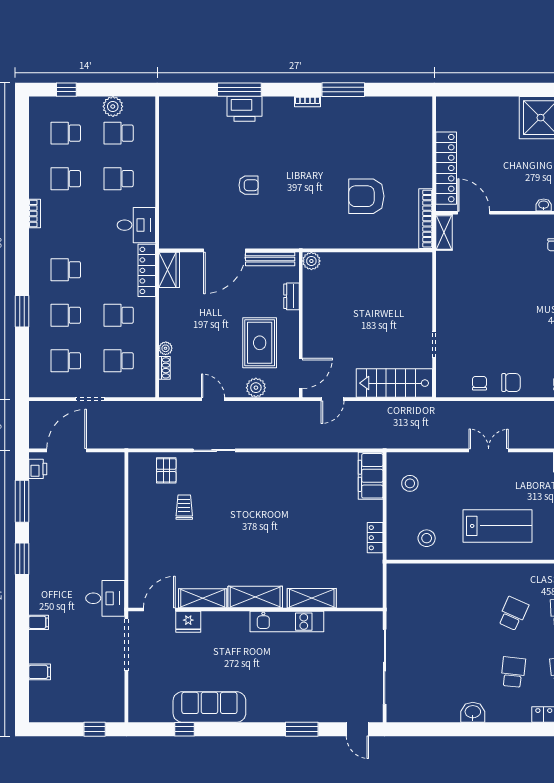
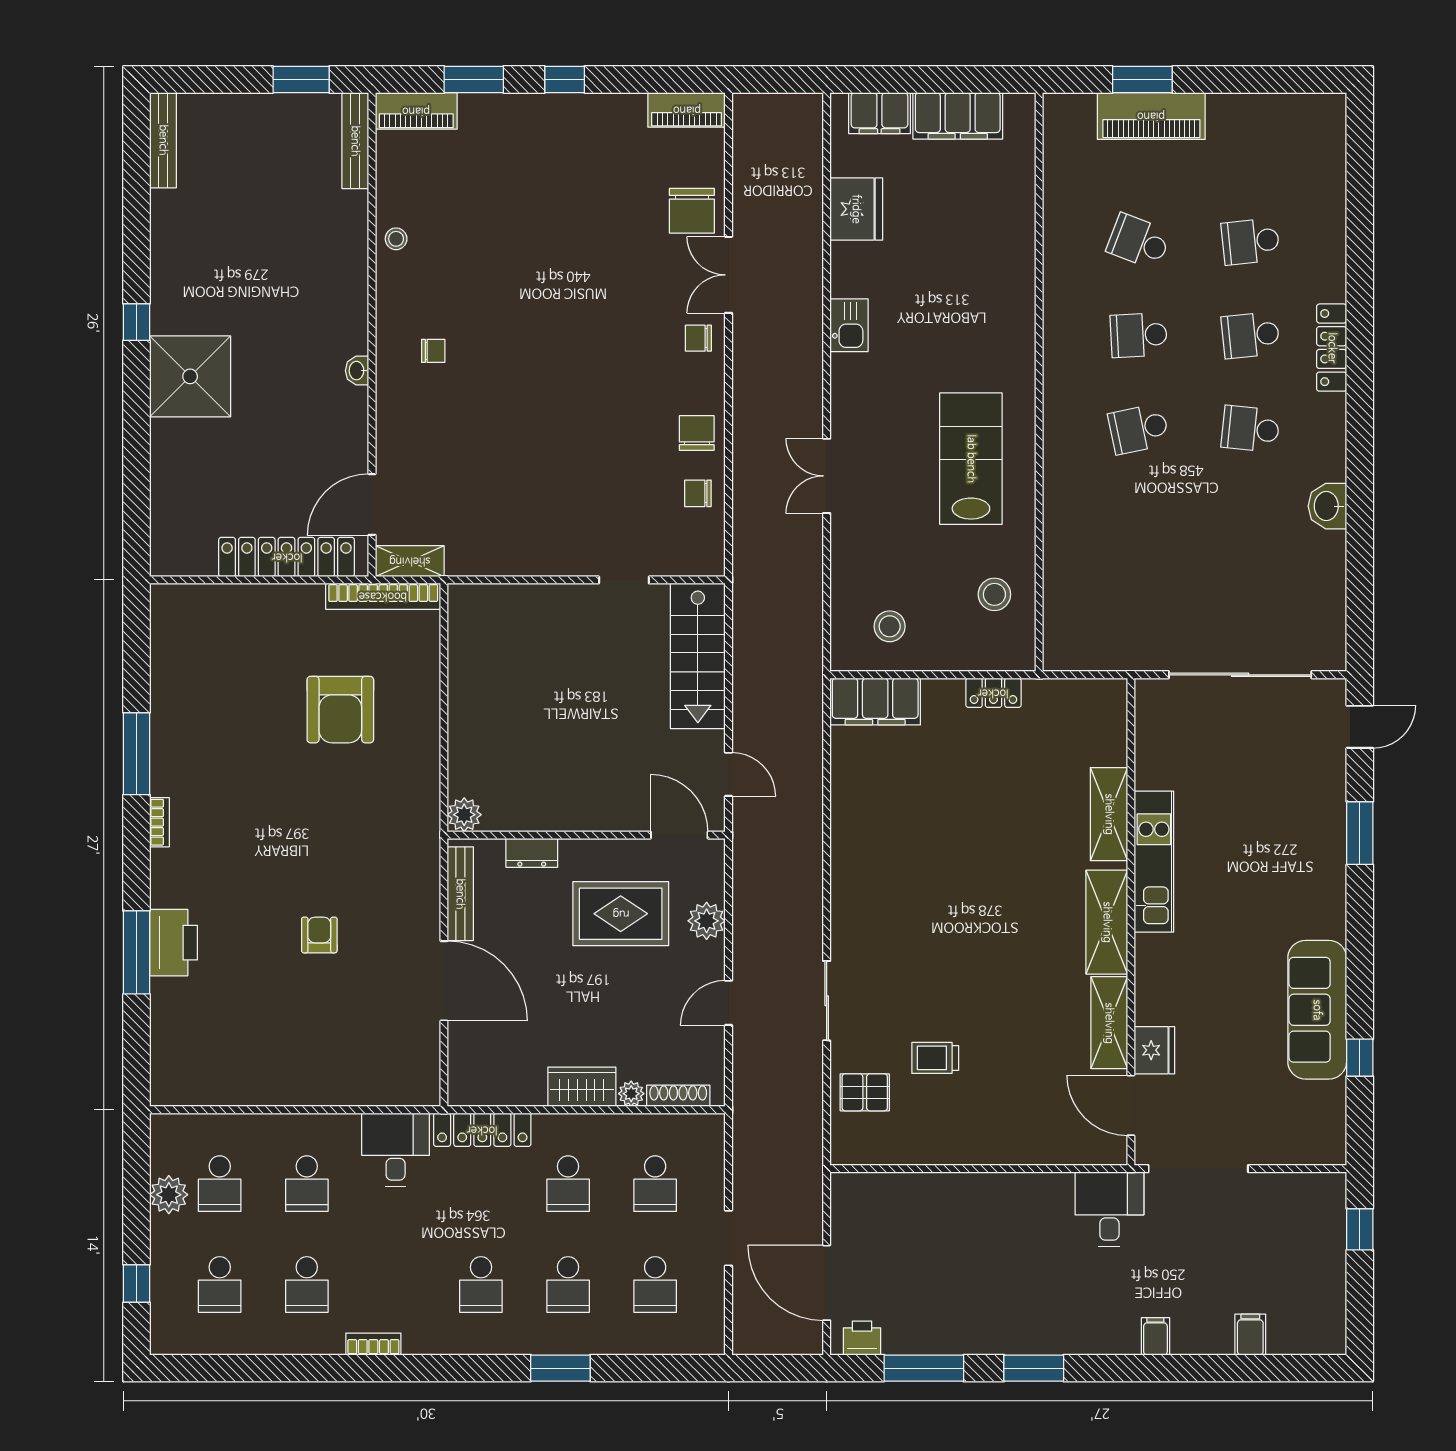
wardrobe: (169, 270) -> (582, 1087), moved
shoe rack: (164, 368) -> (678, 1096), width x1.43
school desk: (513, 614) -> (1139, 429), turned -36

